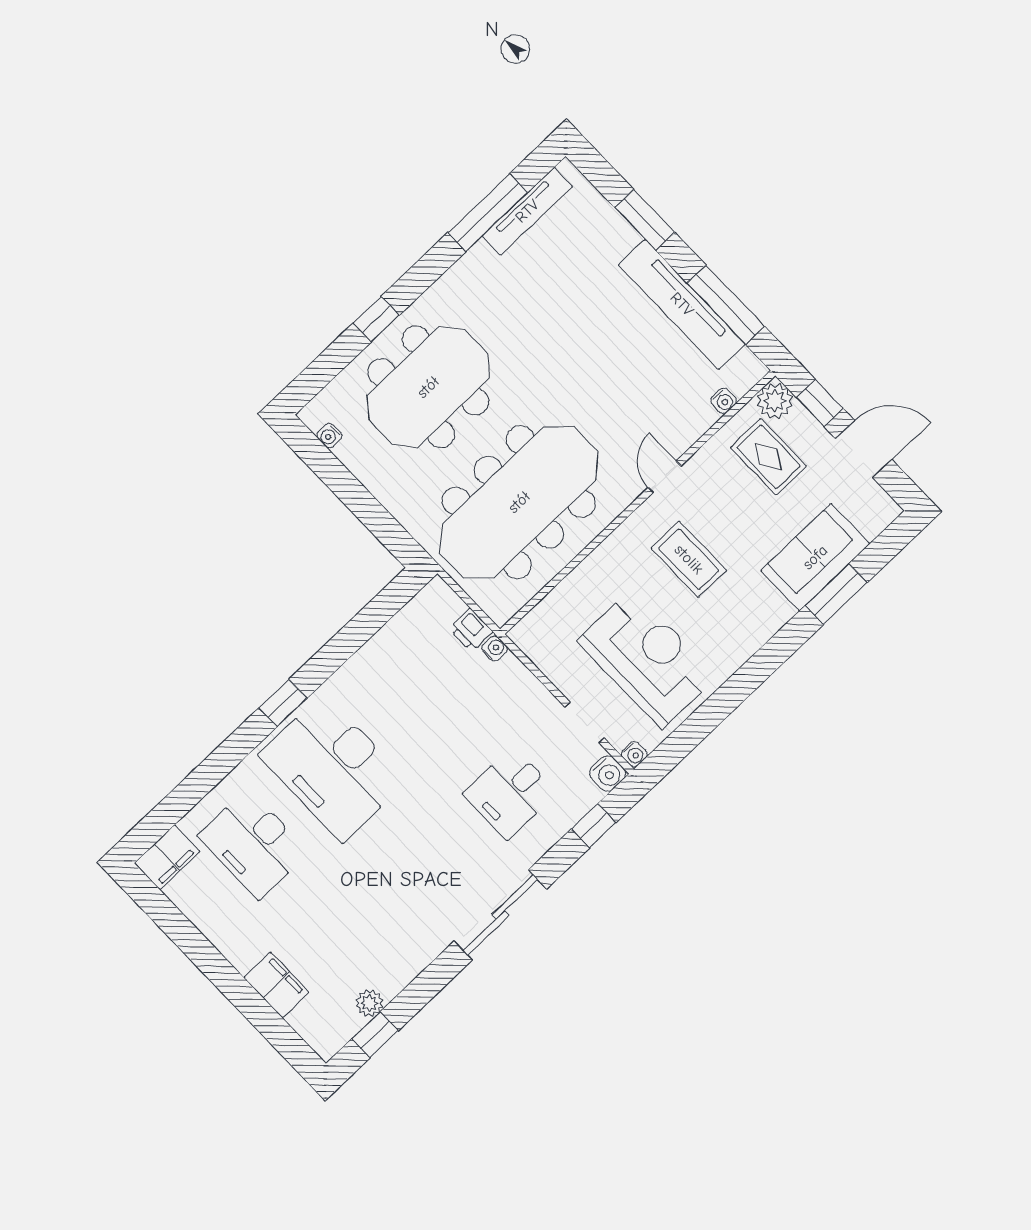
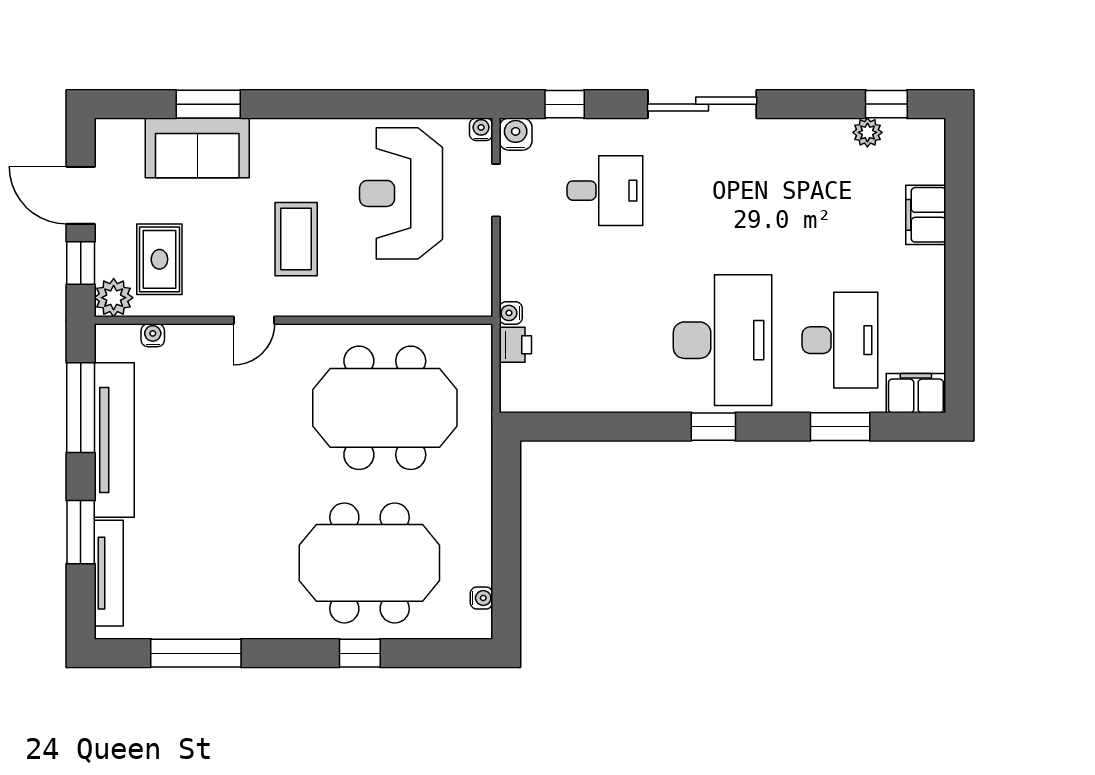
tv unit: (527, 211) -> (109, 573), moved, turned 90
meeting table: (519, 502) -> (385, 408), width x0.73
window: (197, 785) -> (840, 427), added

